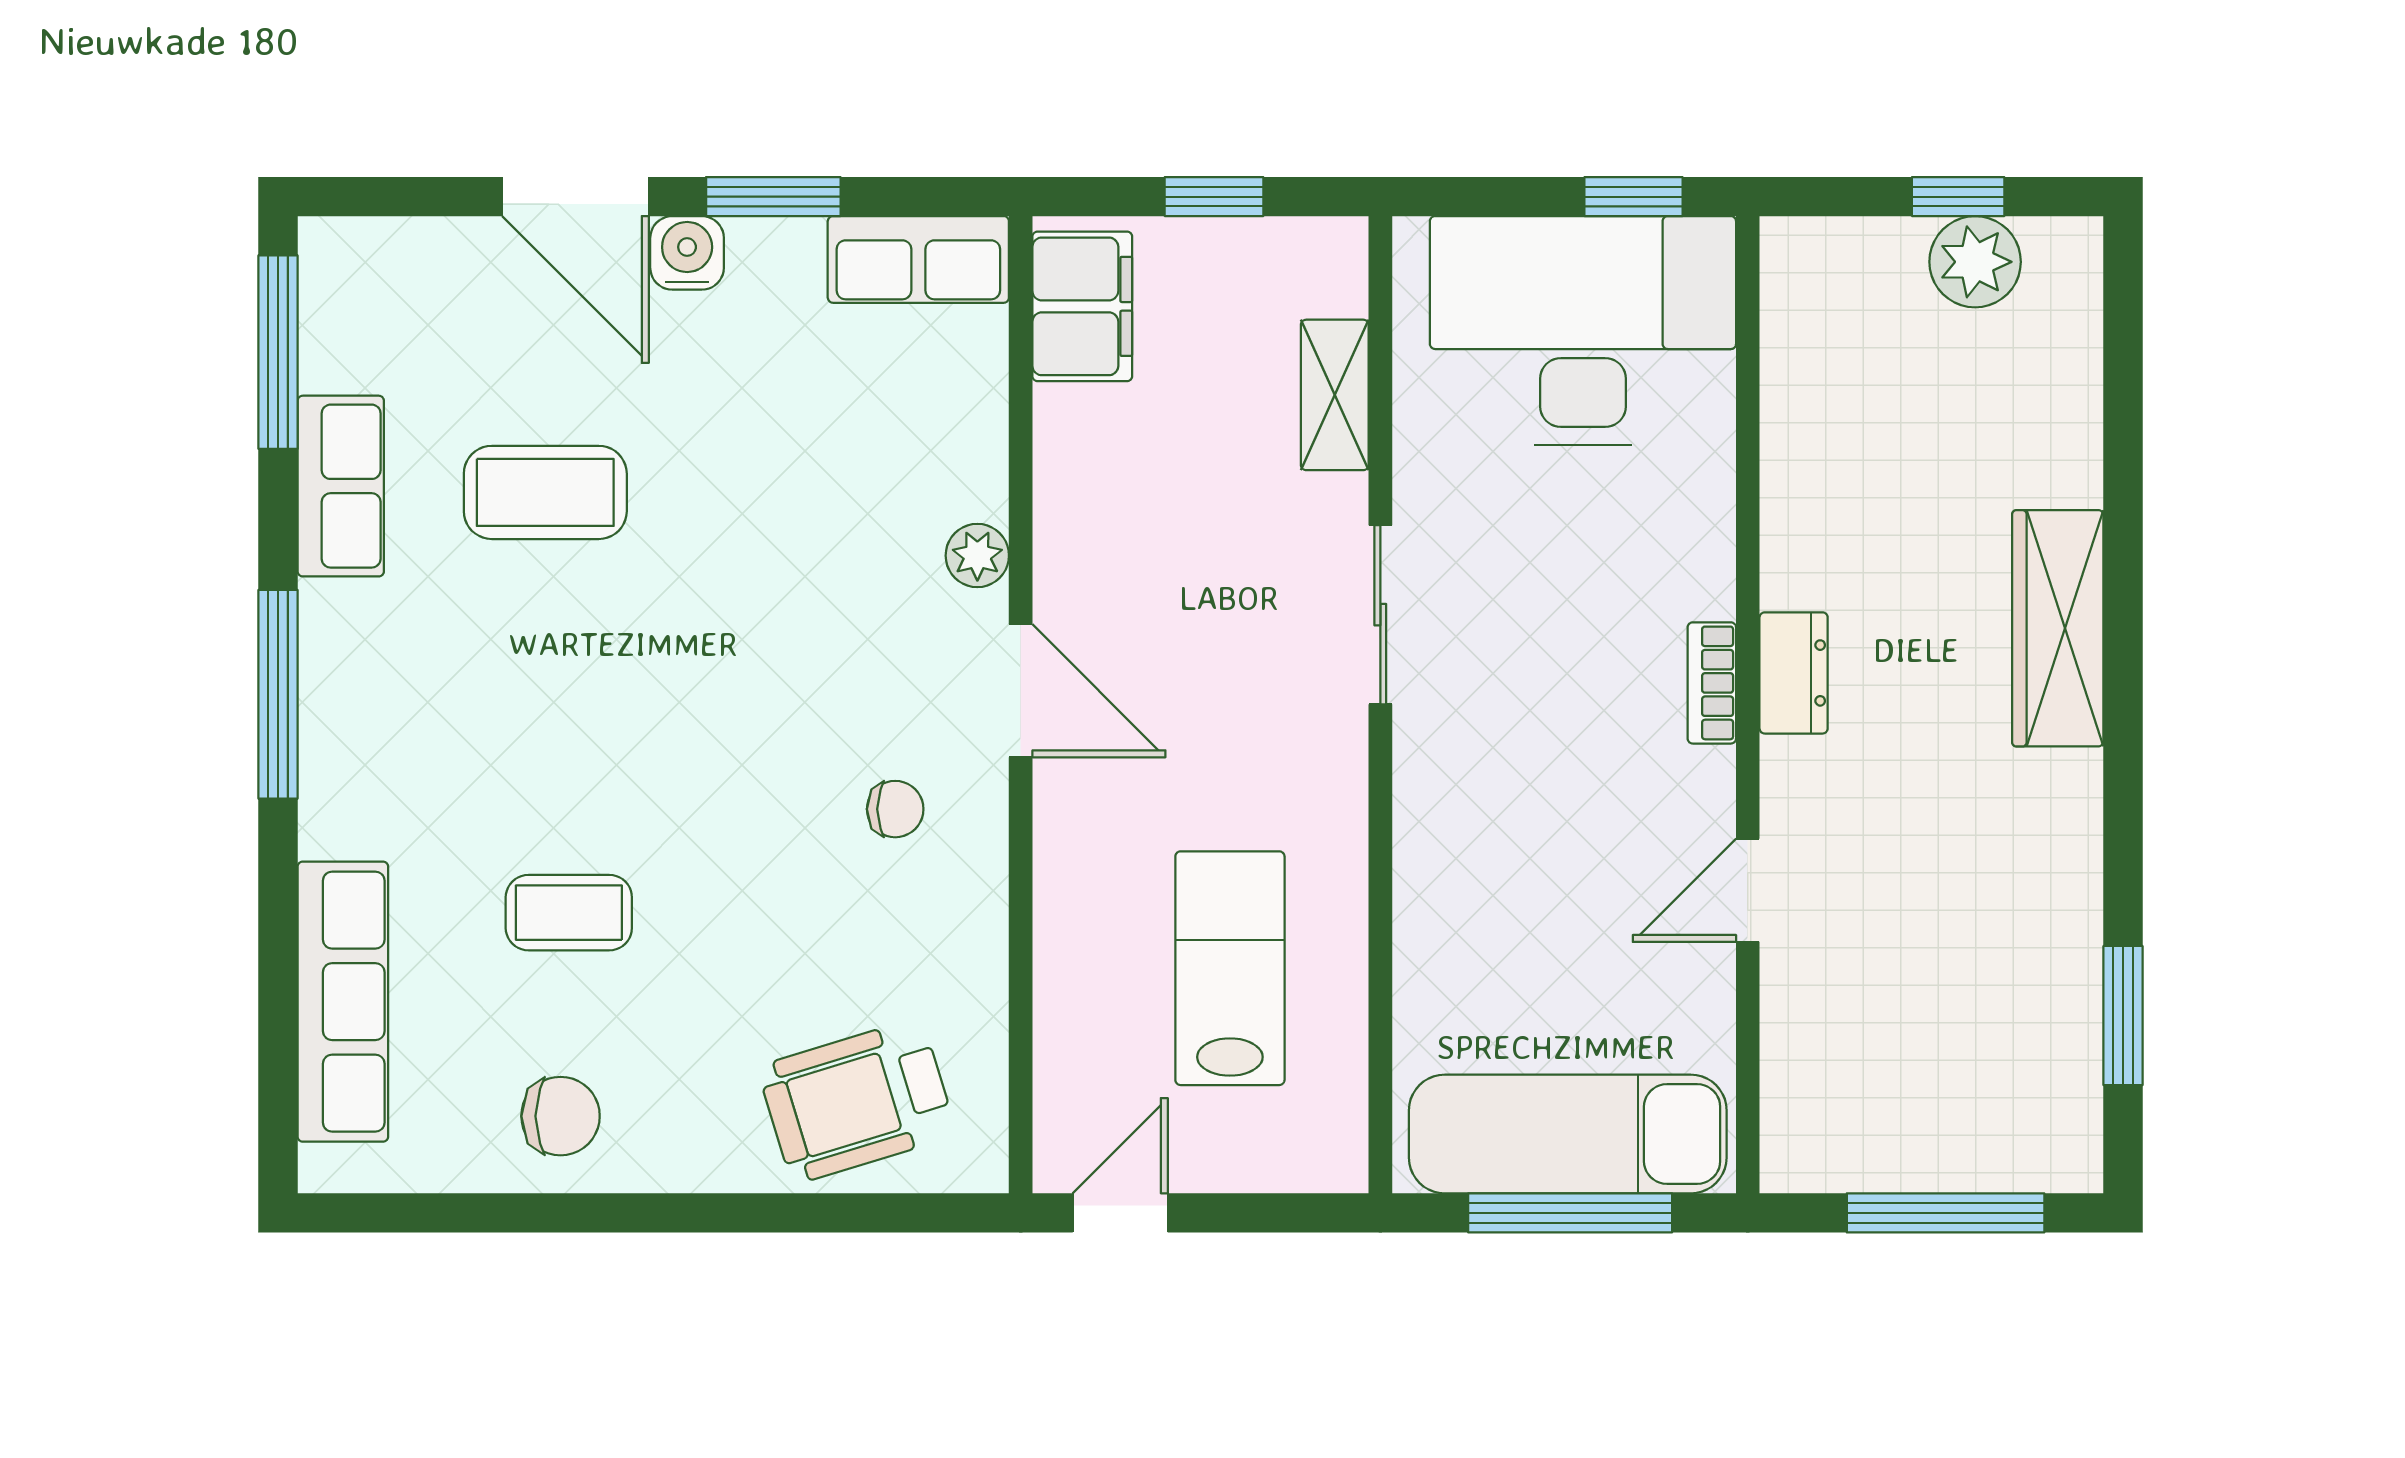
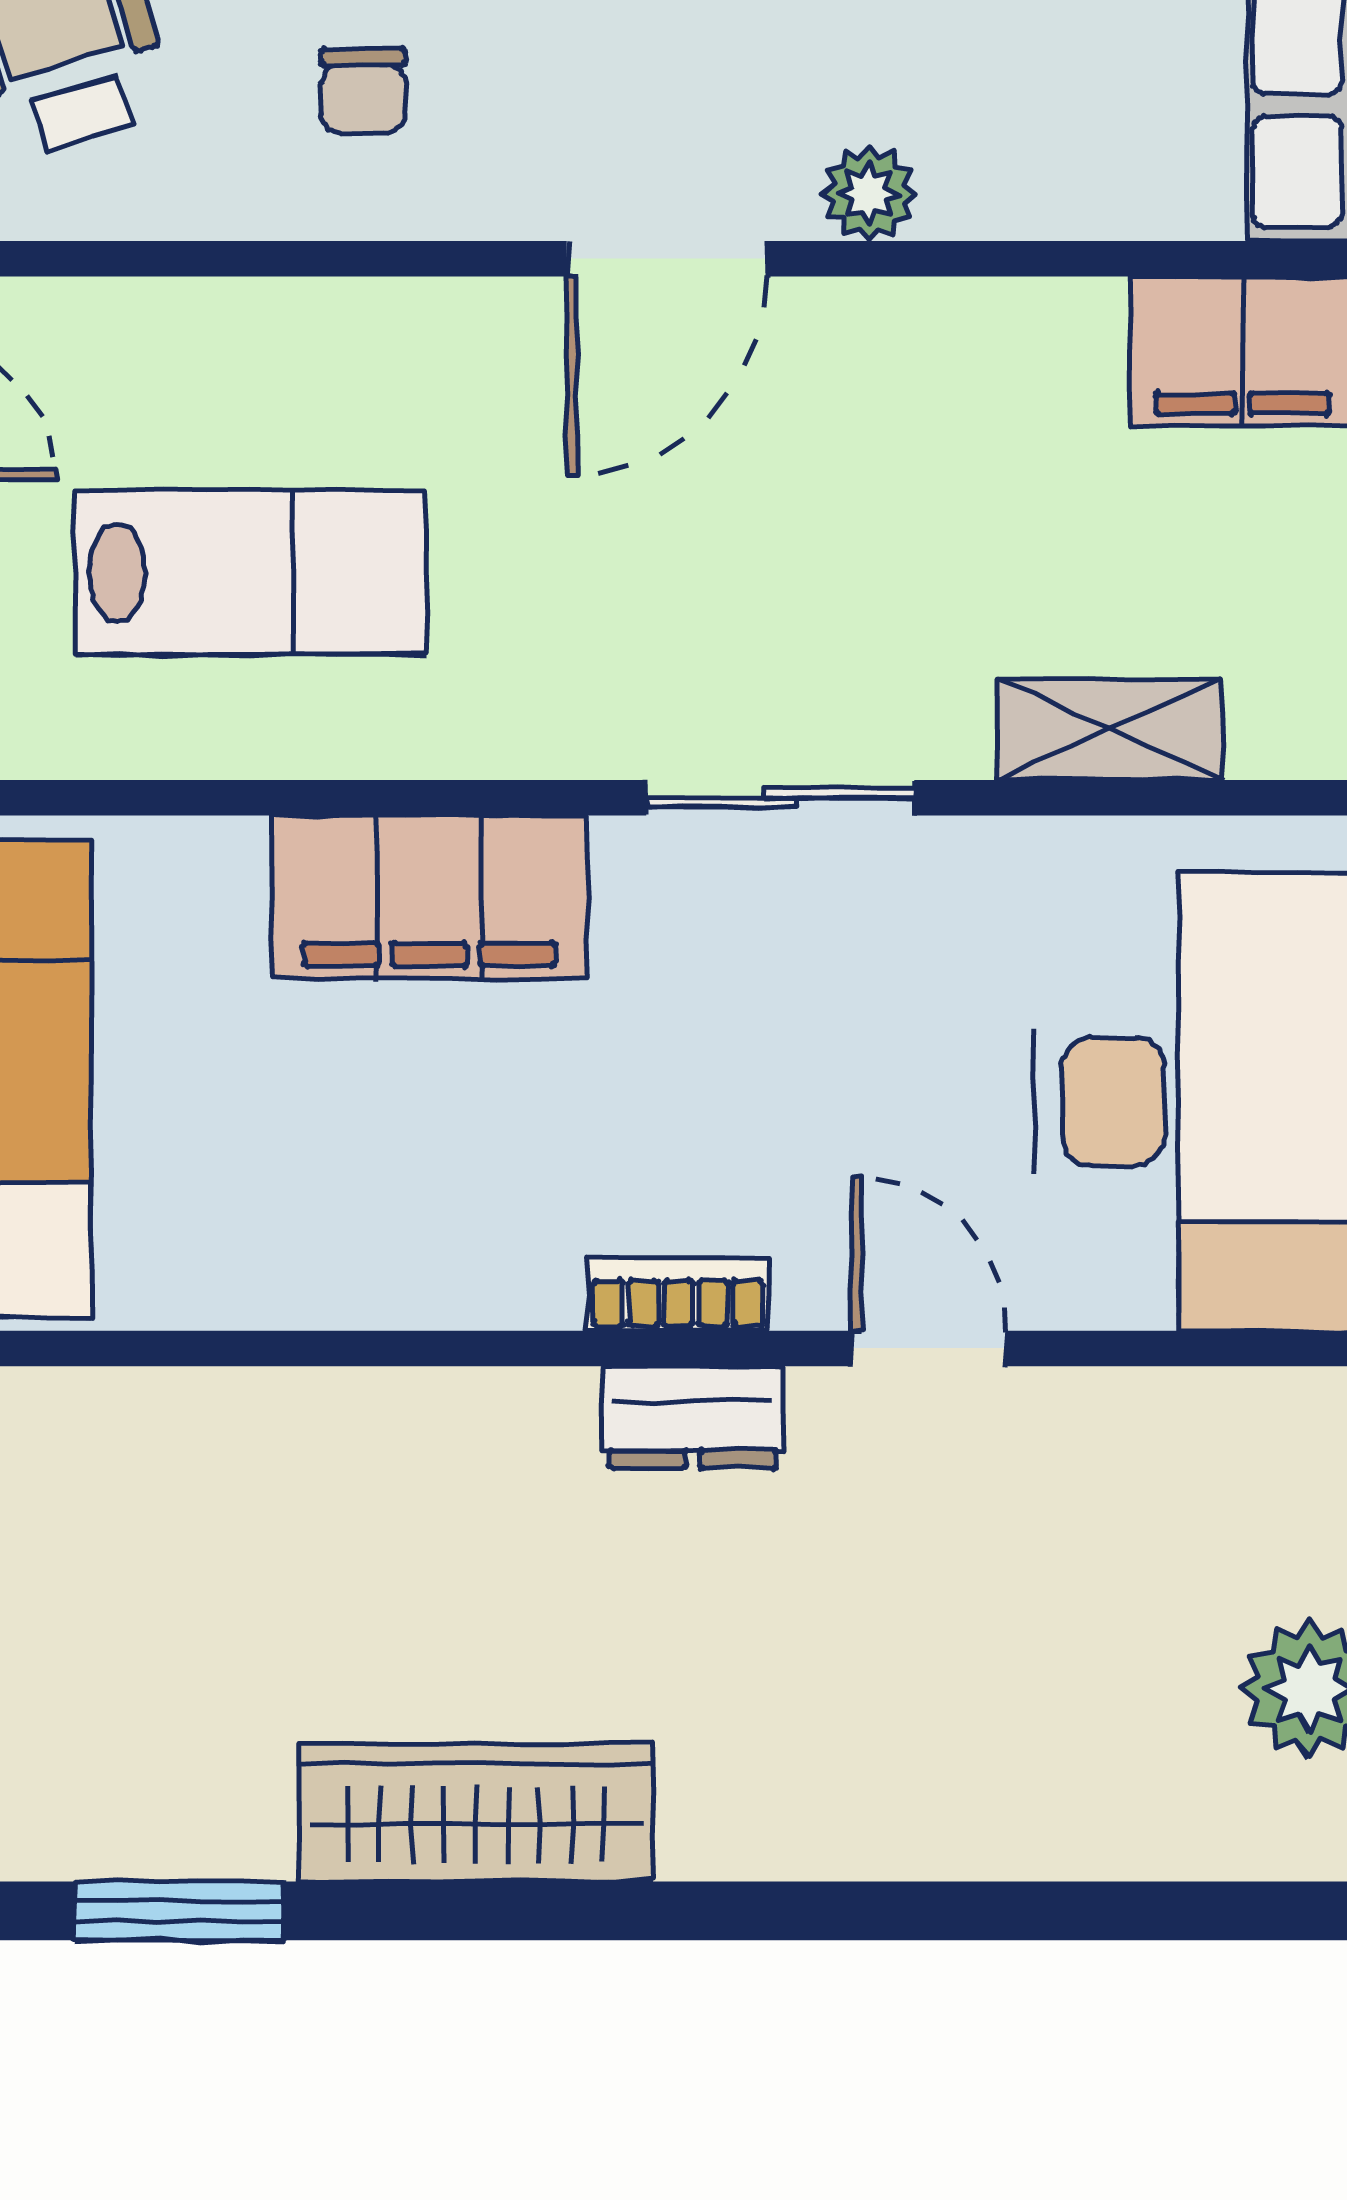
wardrobe: (2058, 628) -> (476, 1813), moved
chair: (895, 809) -> (363, 91), moved
filing cabinet: (1447, 849) -> (429, 897), added
door: (1748, 890) -> (929, 1348), moved

